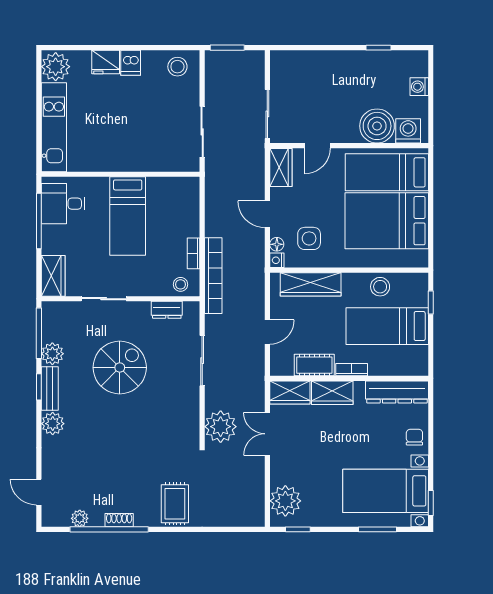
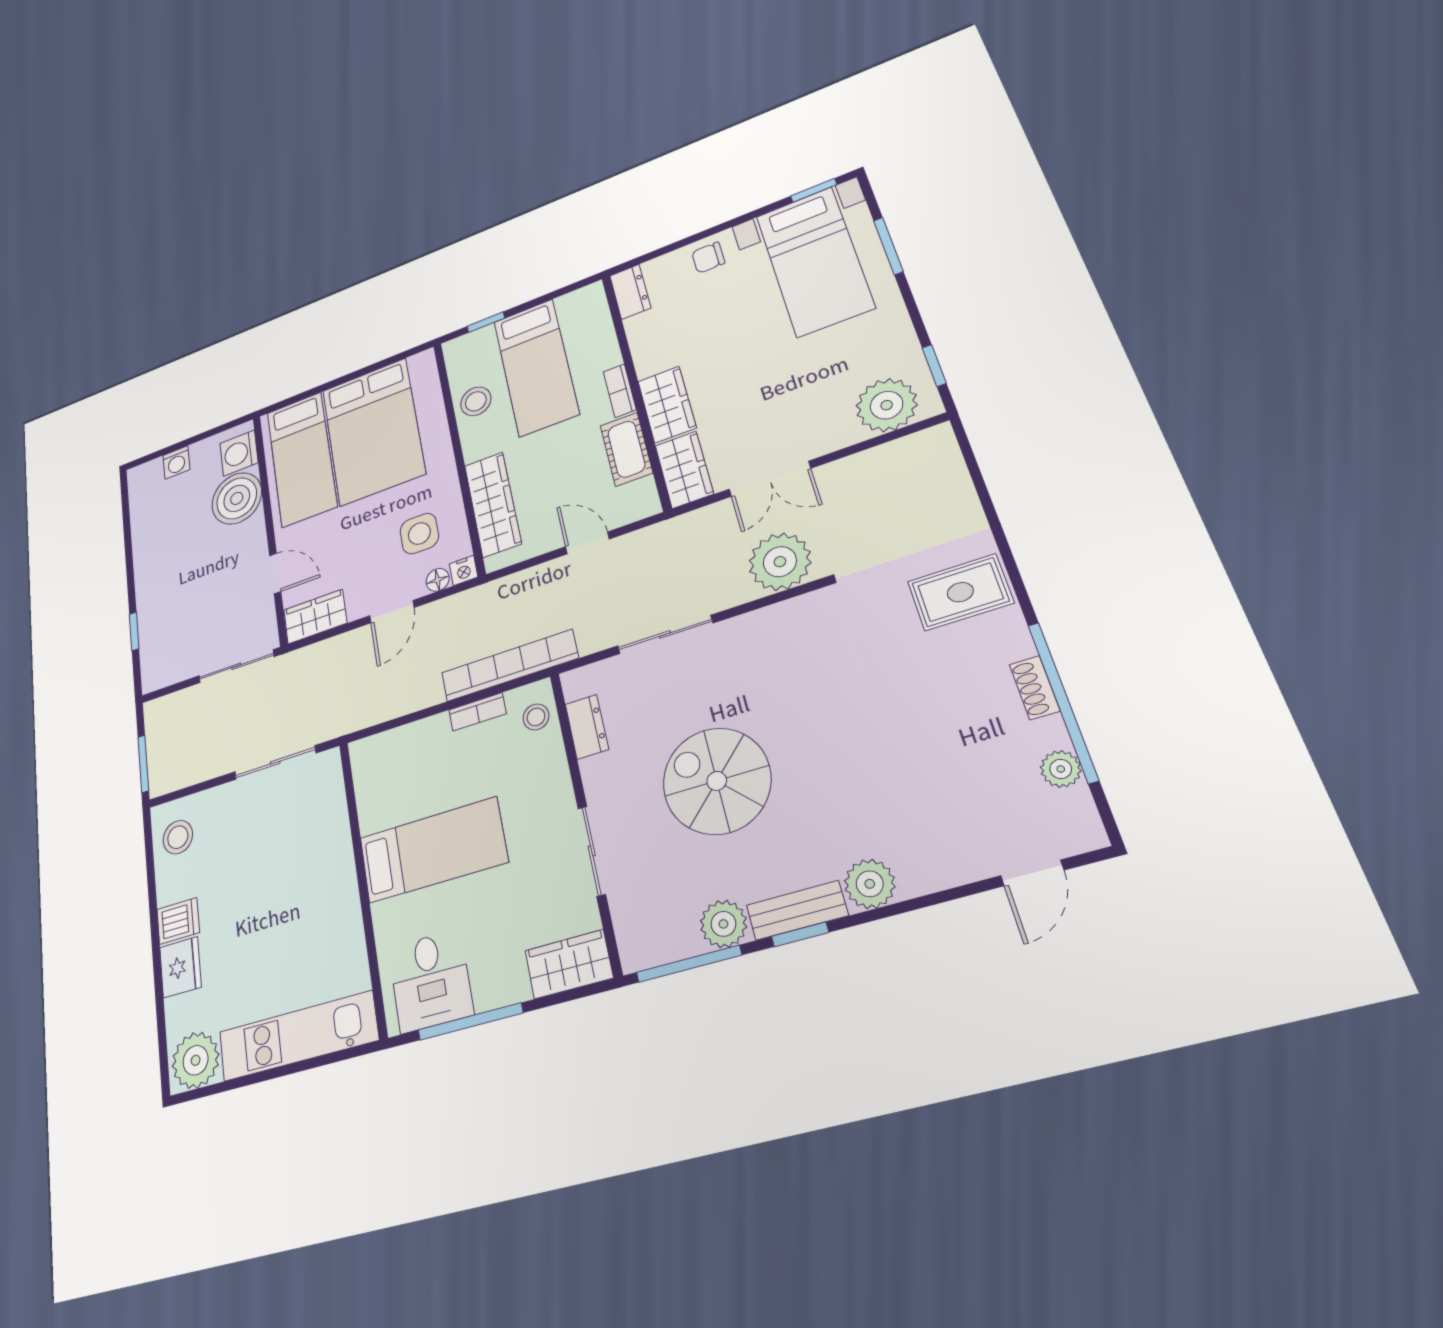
window: (378, 48) -> (134, 631), moved
dresser: (397, 392) -> (630, 292), width x0.51, depth x0.80

